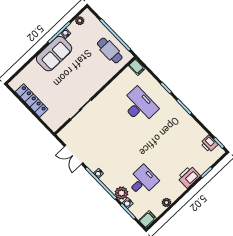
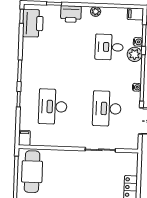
cafe table: (110, 50) -> (32, 172), width x1.37, depth x1.35
desk: (103, 140) -> (107, 109), added
printer: (209, 144) -> (33, 23), width x1.87, depth x1.48
plant: (166, 202) -> (96, 12), moved

